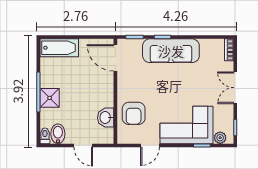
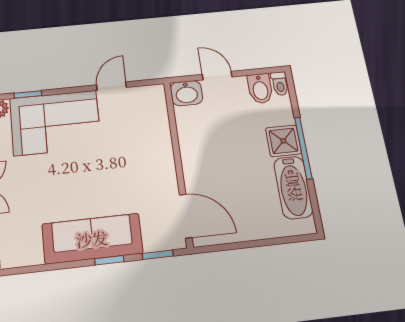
bathtub: (59, 48) -> (293, 187), moved, turned -90
armchair: (134, 113) -> (144, 131), removed
washbasin: (106, 118) -> (187, 93), moved, turned 90

